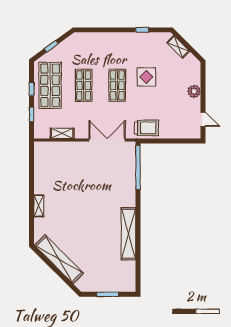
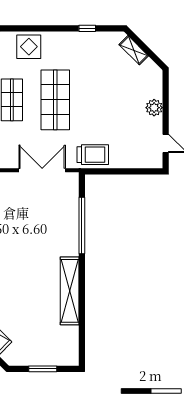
display table: (146, 77) -> (29, 47), moved
shop shelf: (117, 85) -> (55, 100), width x1.43, depth x1.36
window: (138, 167) -> (82, 226), moved

